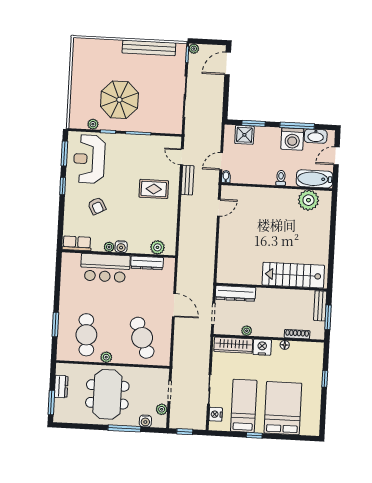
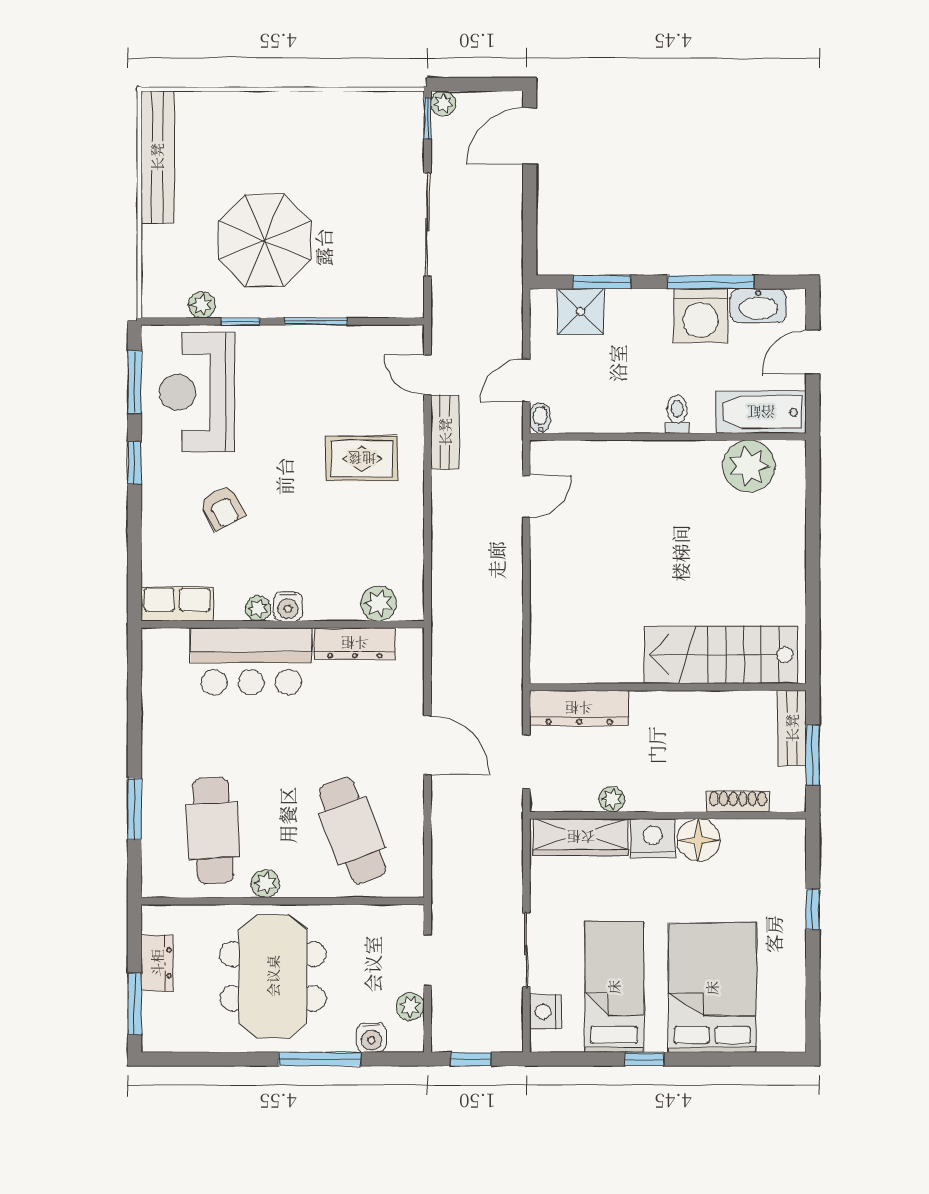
bench: (149, 48) -> (157, 157), moved, turned 90
floor lamp: (285, 345) -> (699, 840), width x1.89, depth x1.89

